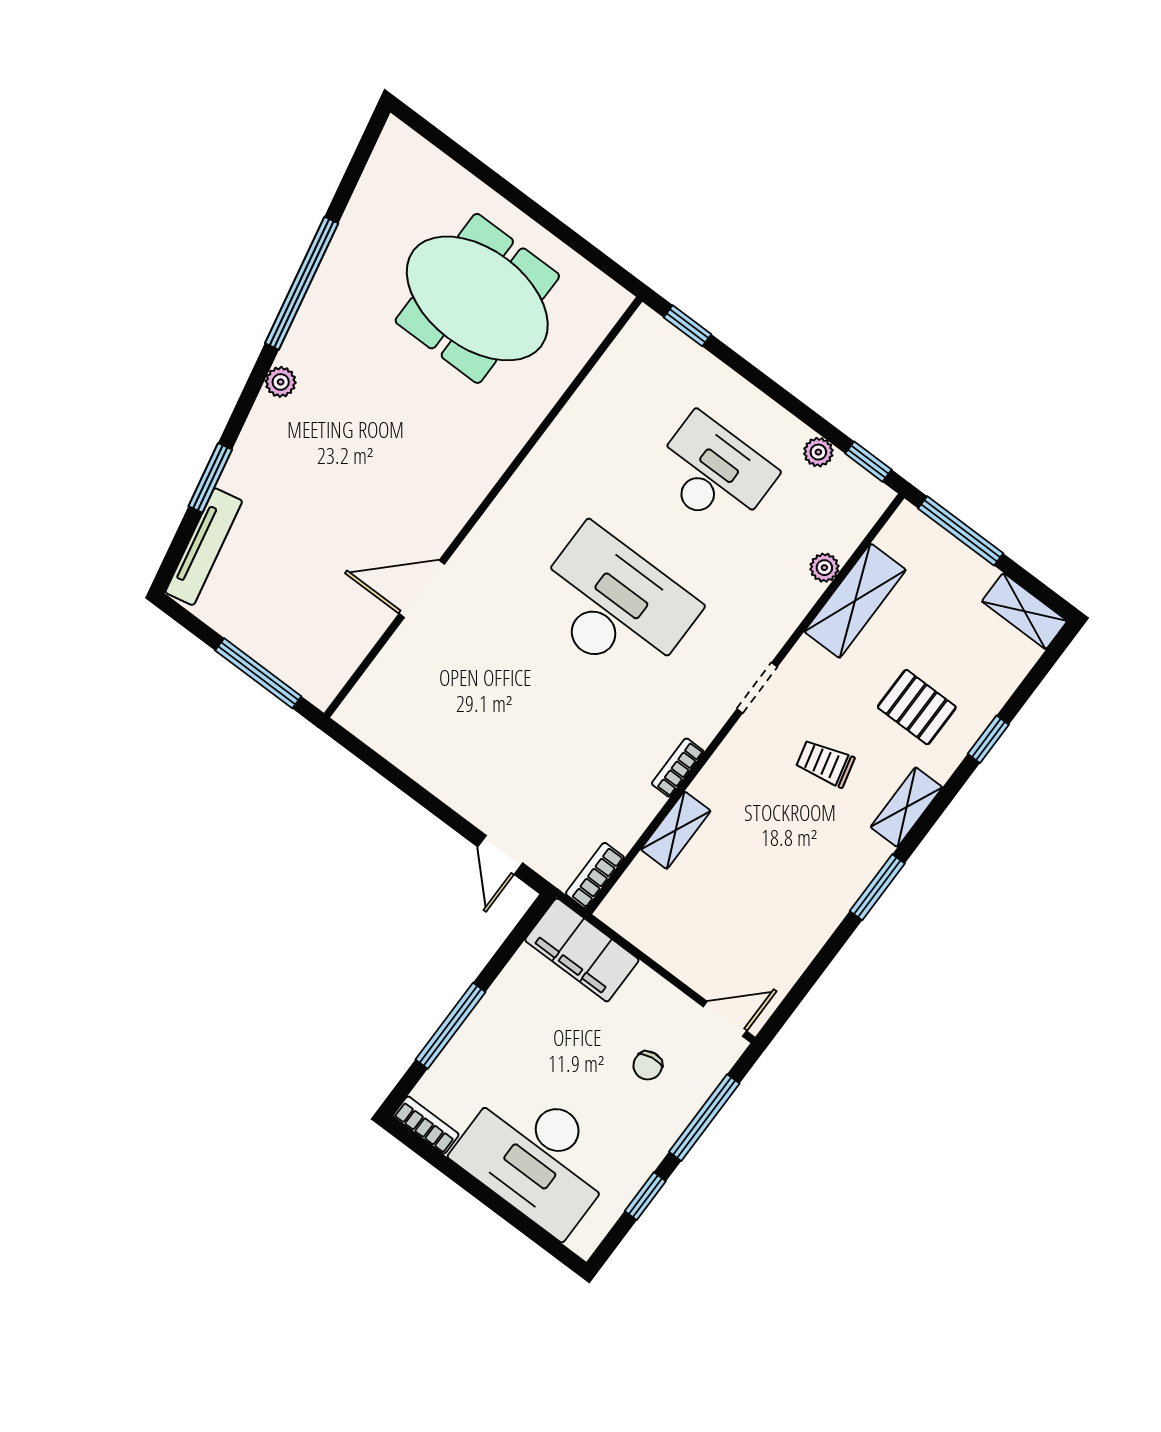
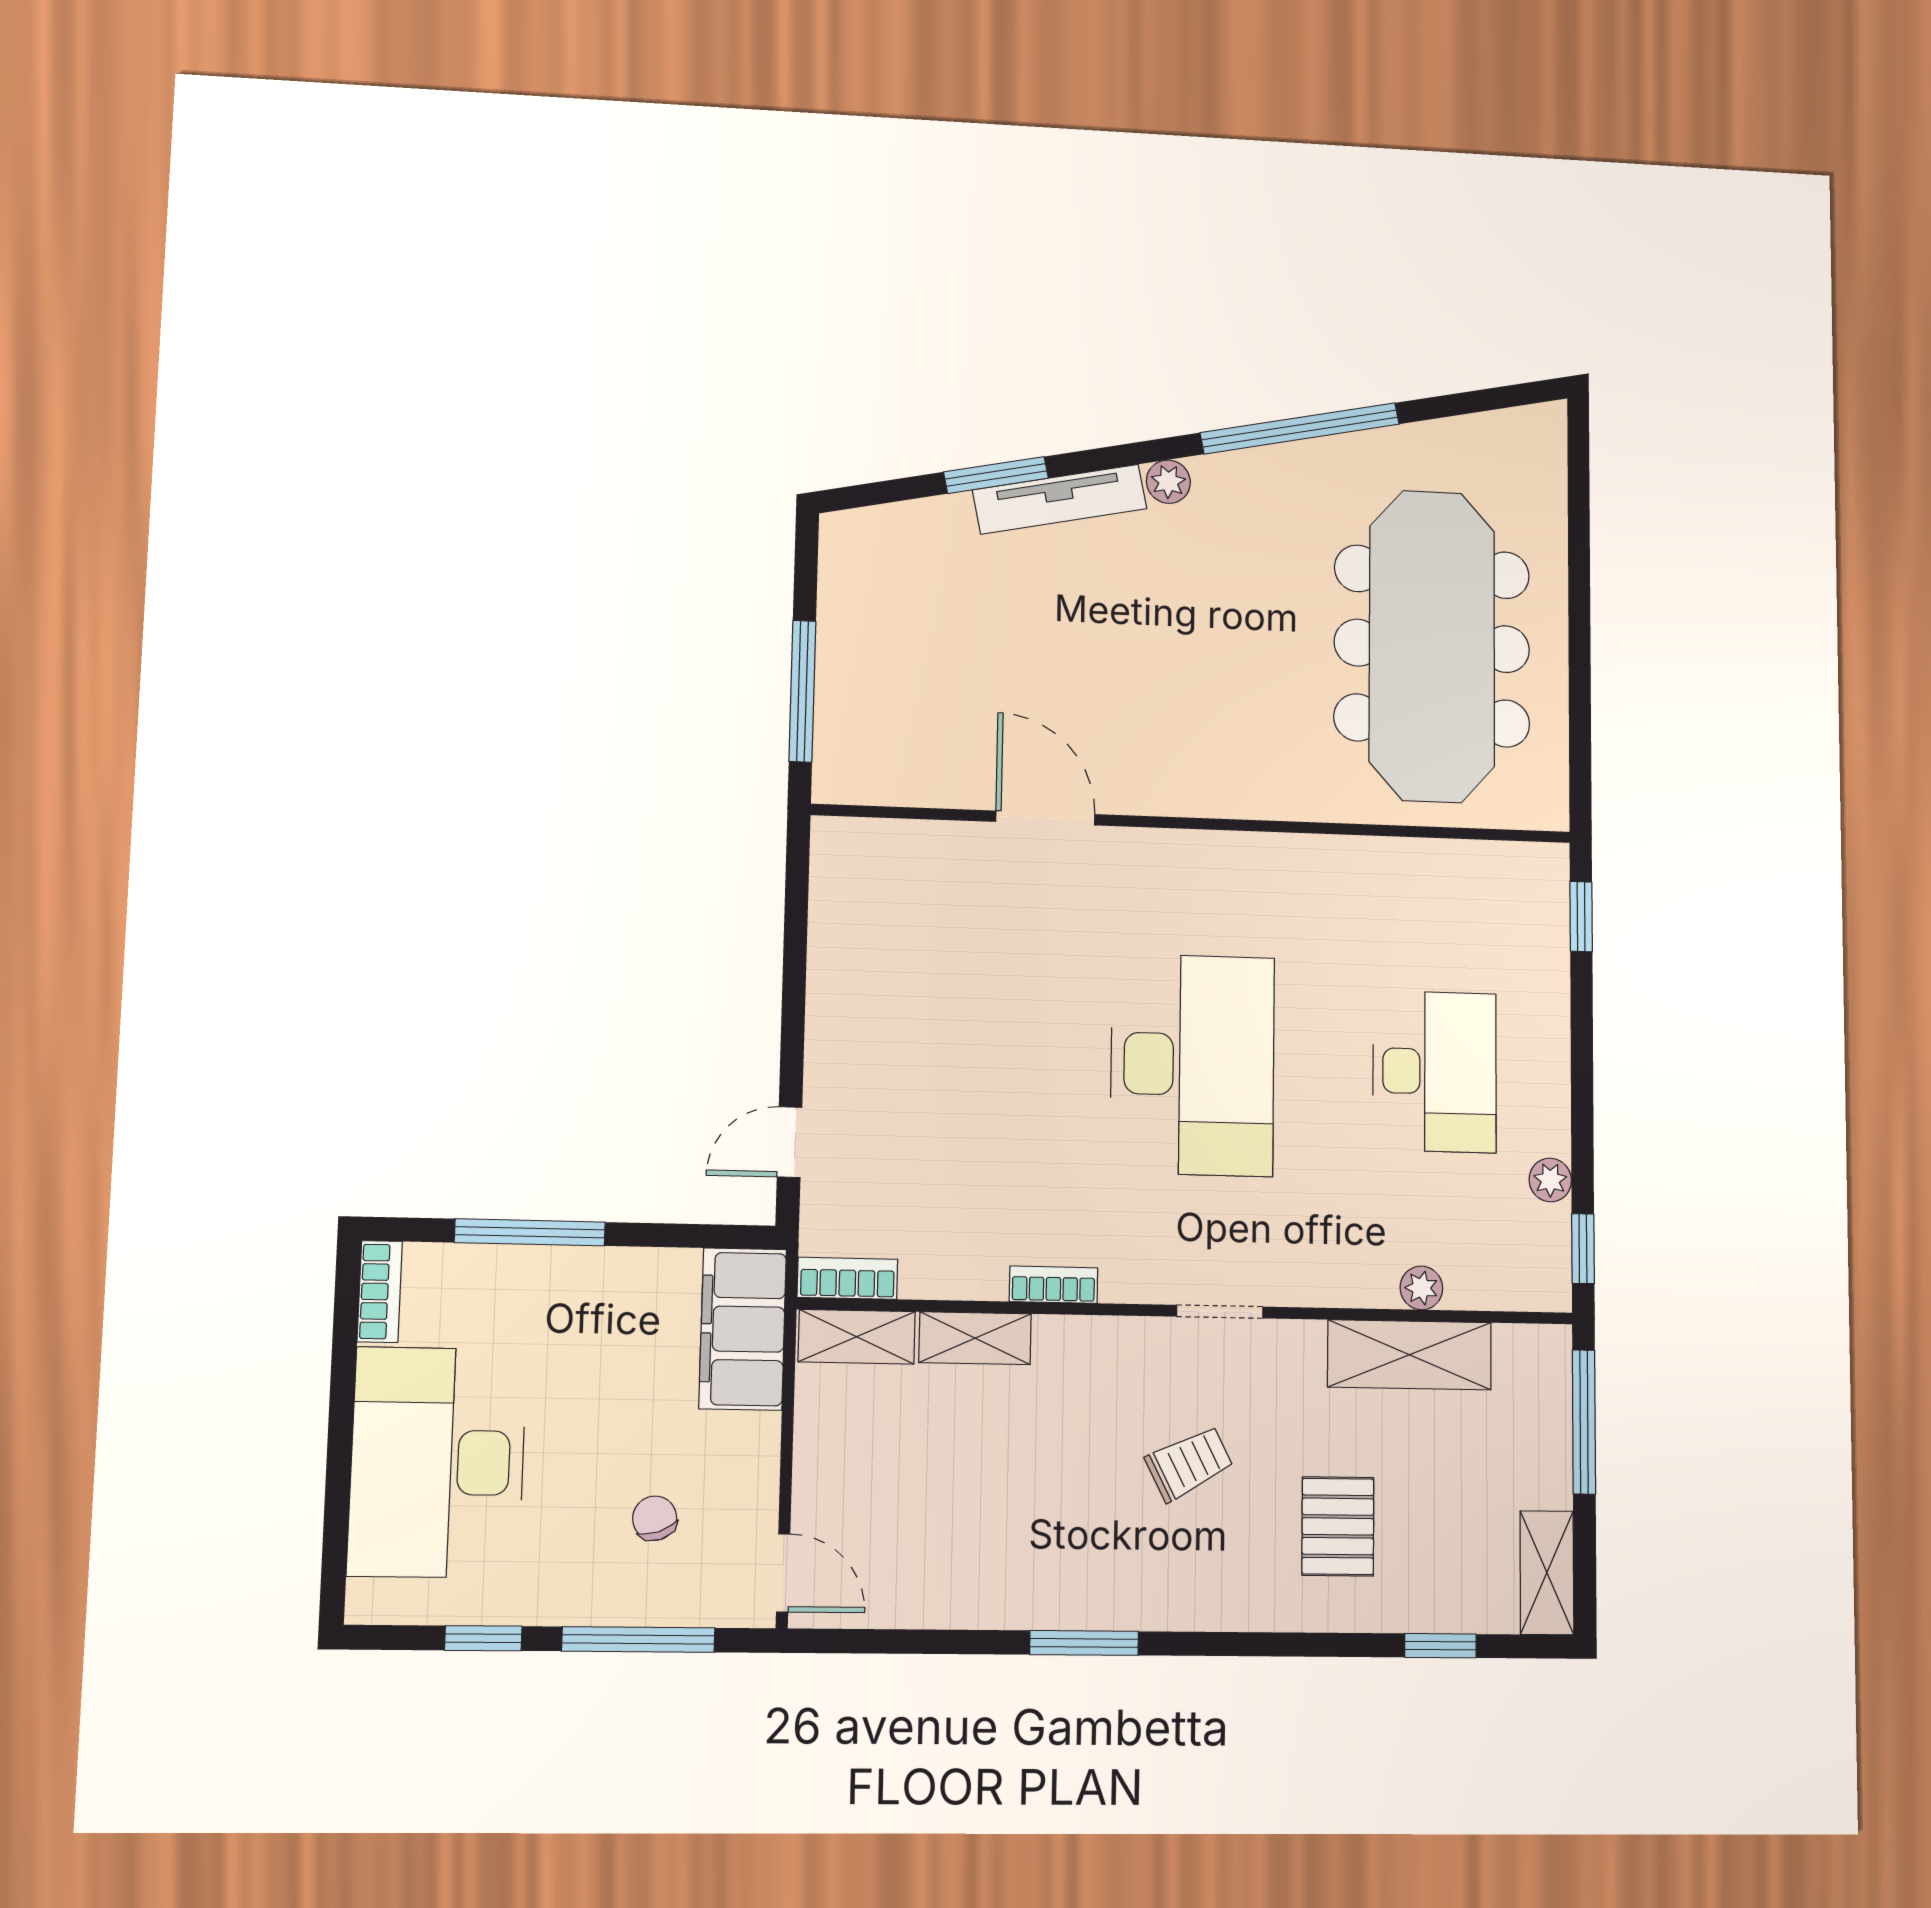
meeting table: (477, 298) -> (1432, 646), width x1.36
tv unit: (204, 547) -> (1060, 499), moved
window: (988, 739) -> (1440, 1646), moved
trolley: (825, 763) -> (1189, 1463), turned 77
shelving: (906, 807) -> (857, 1337), moved
chair: (648, 1065) -> (655, 1518), turned 80

